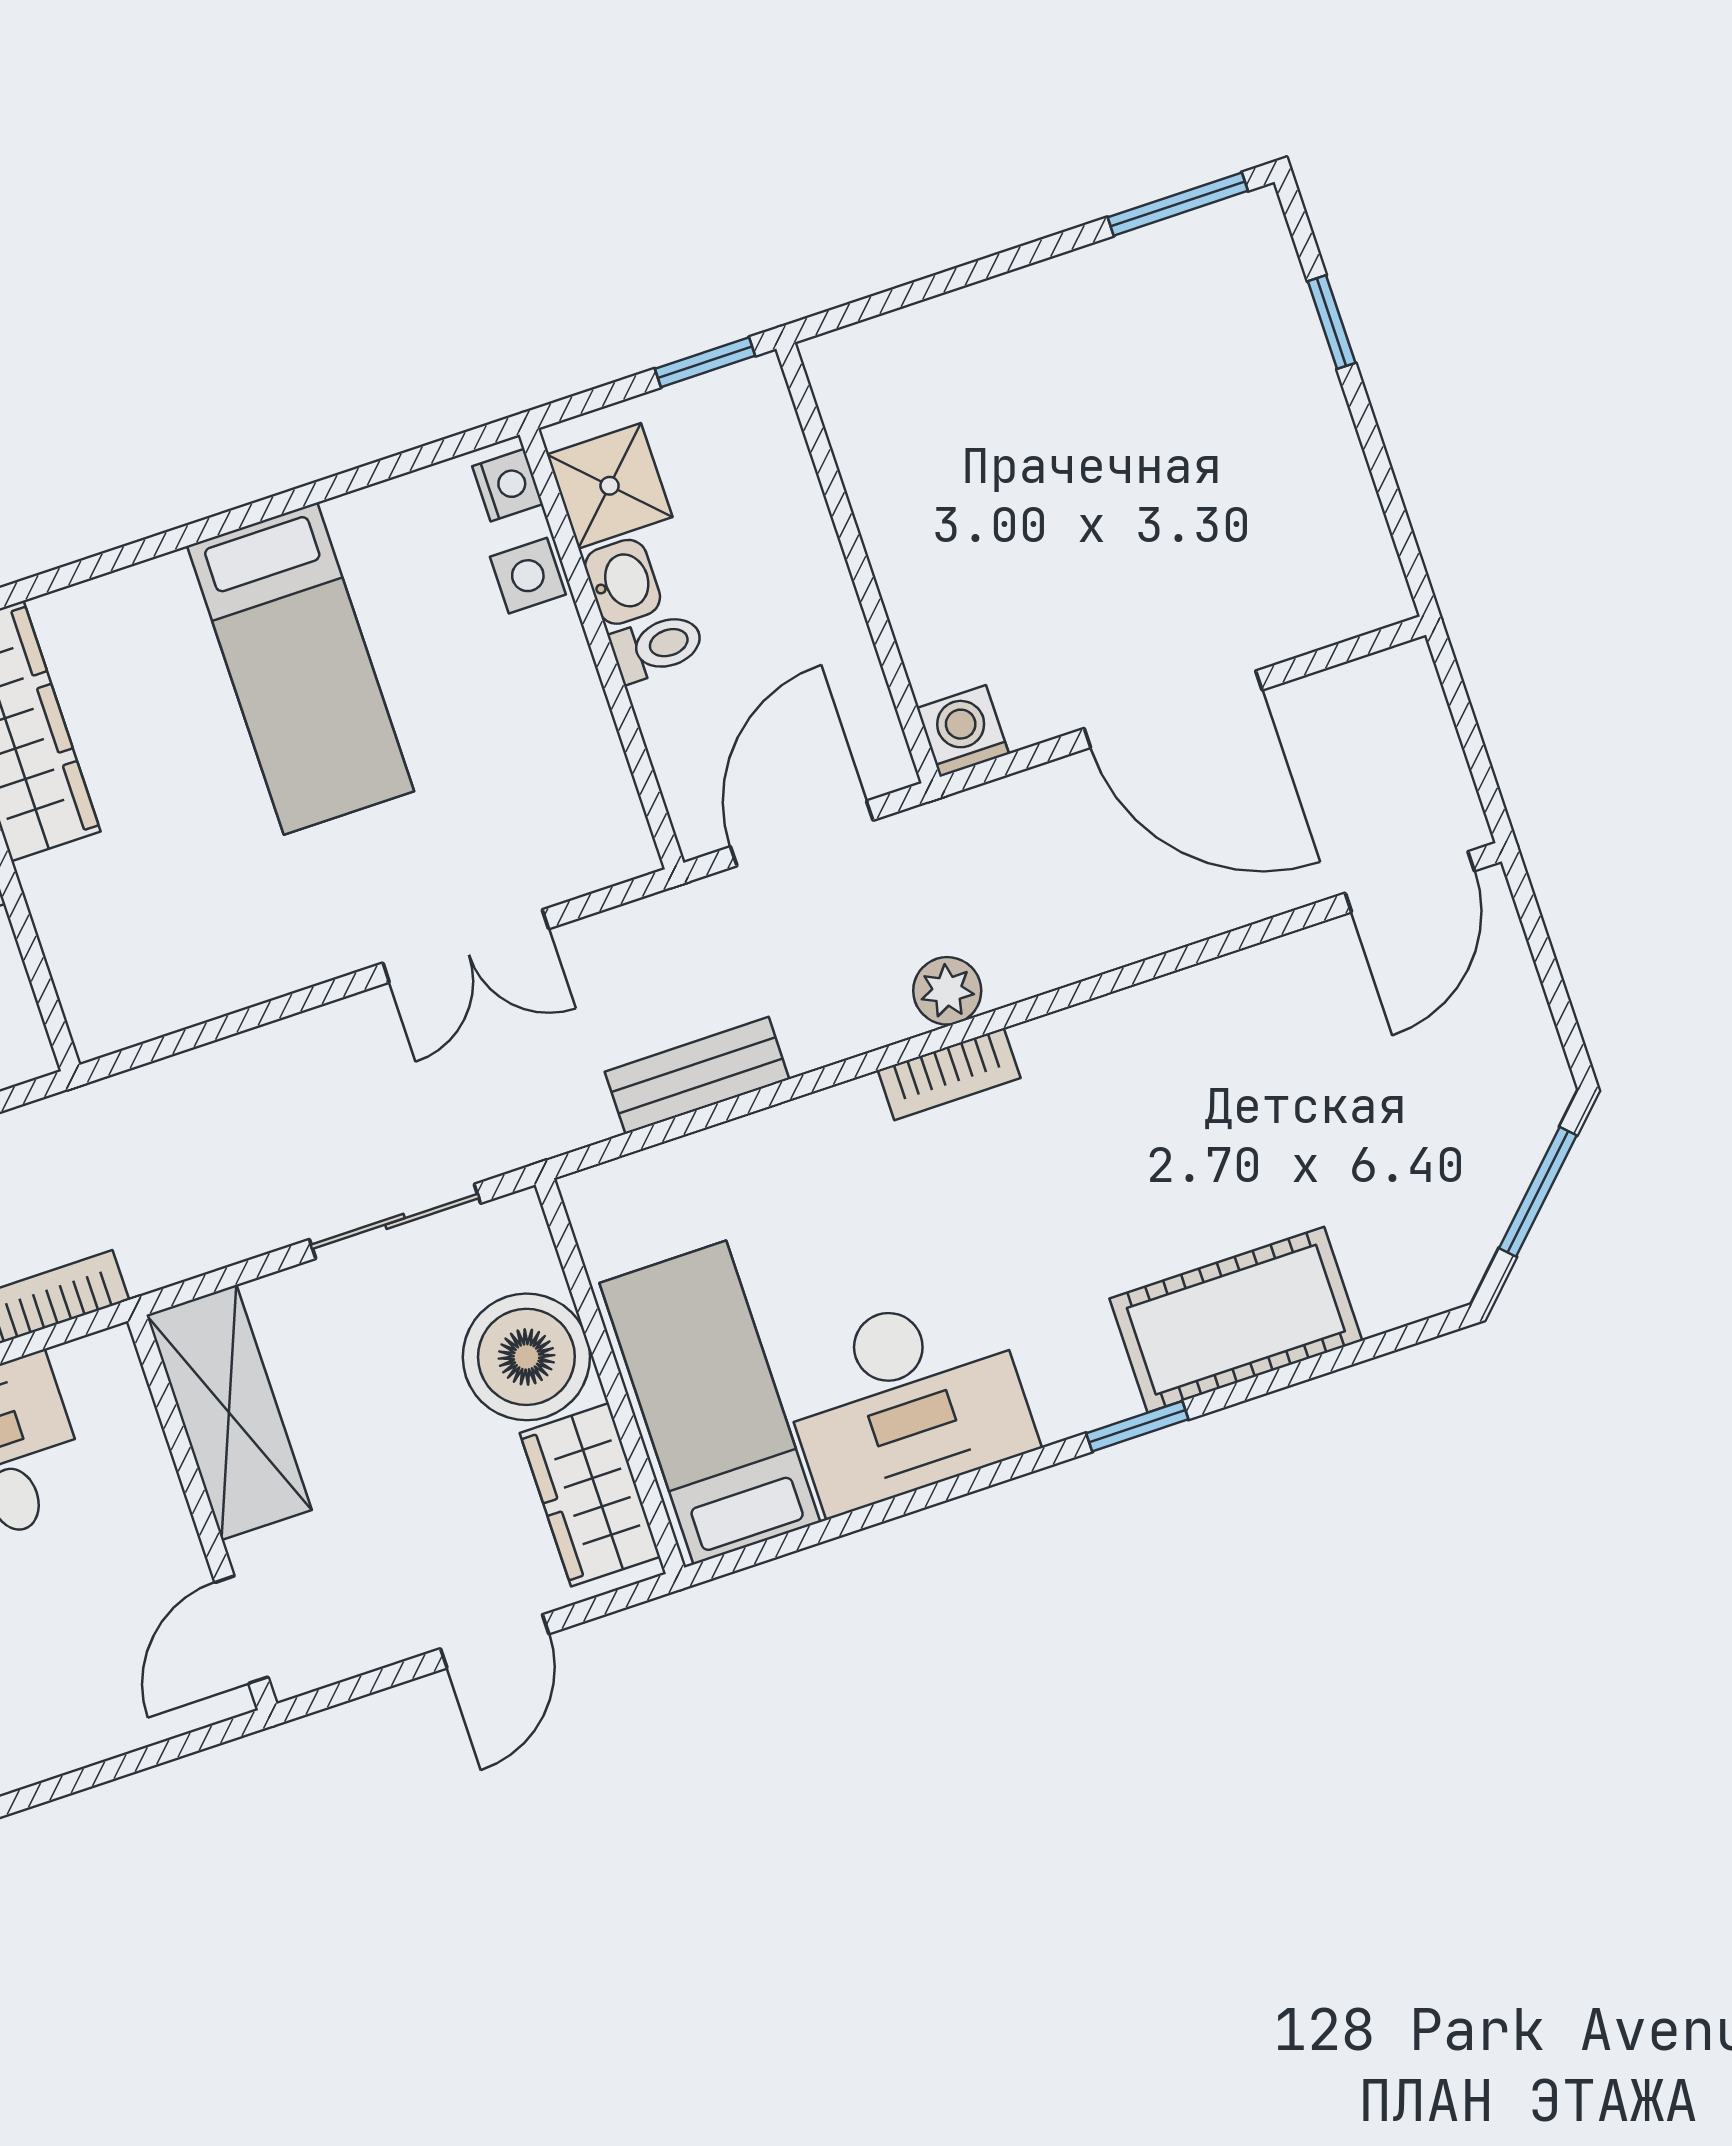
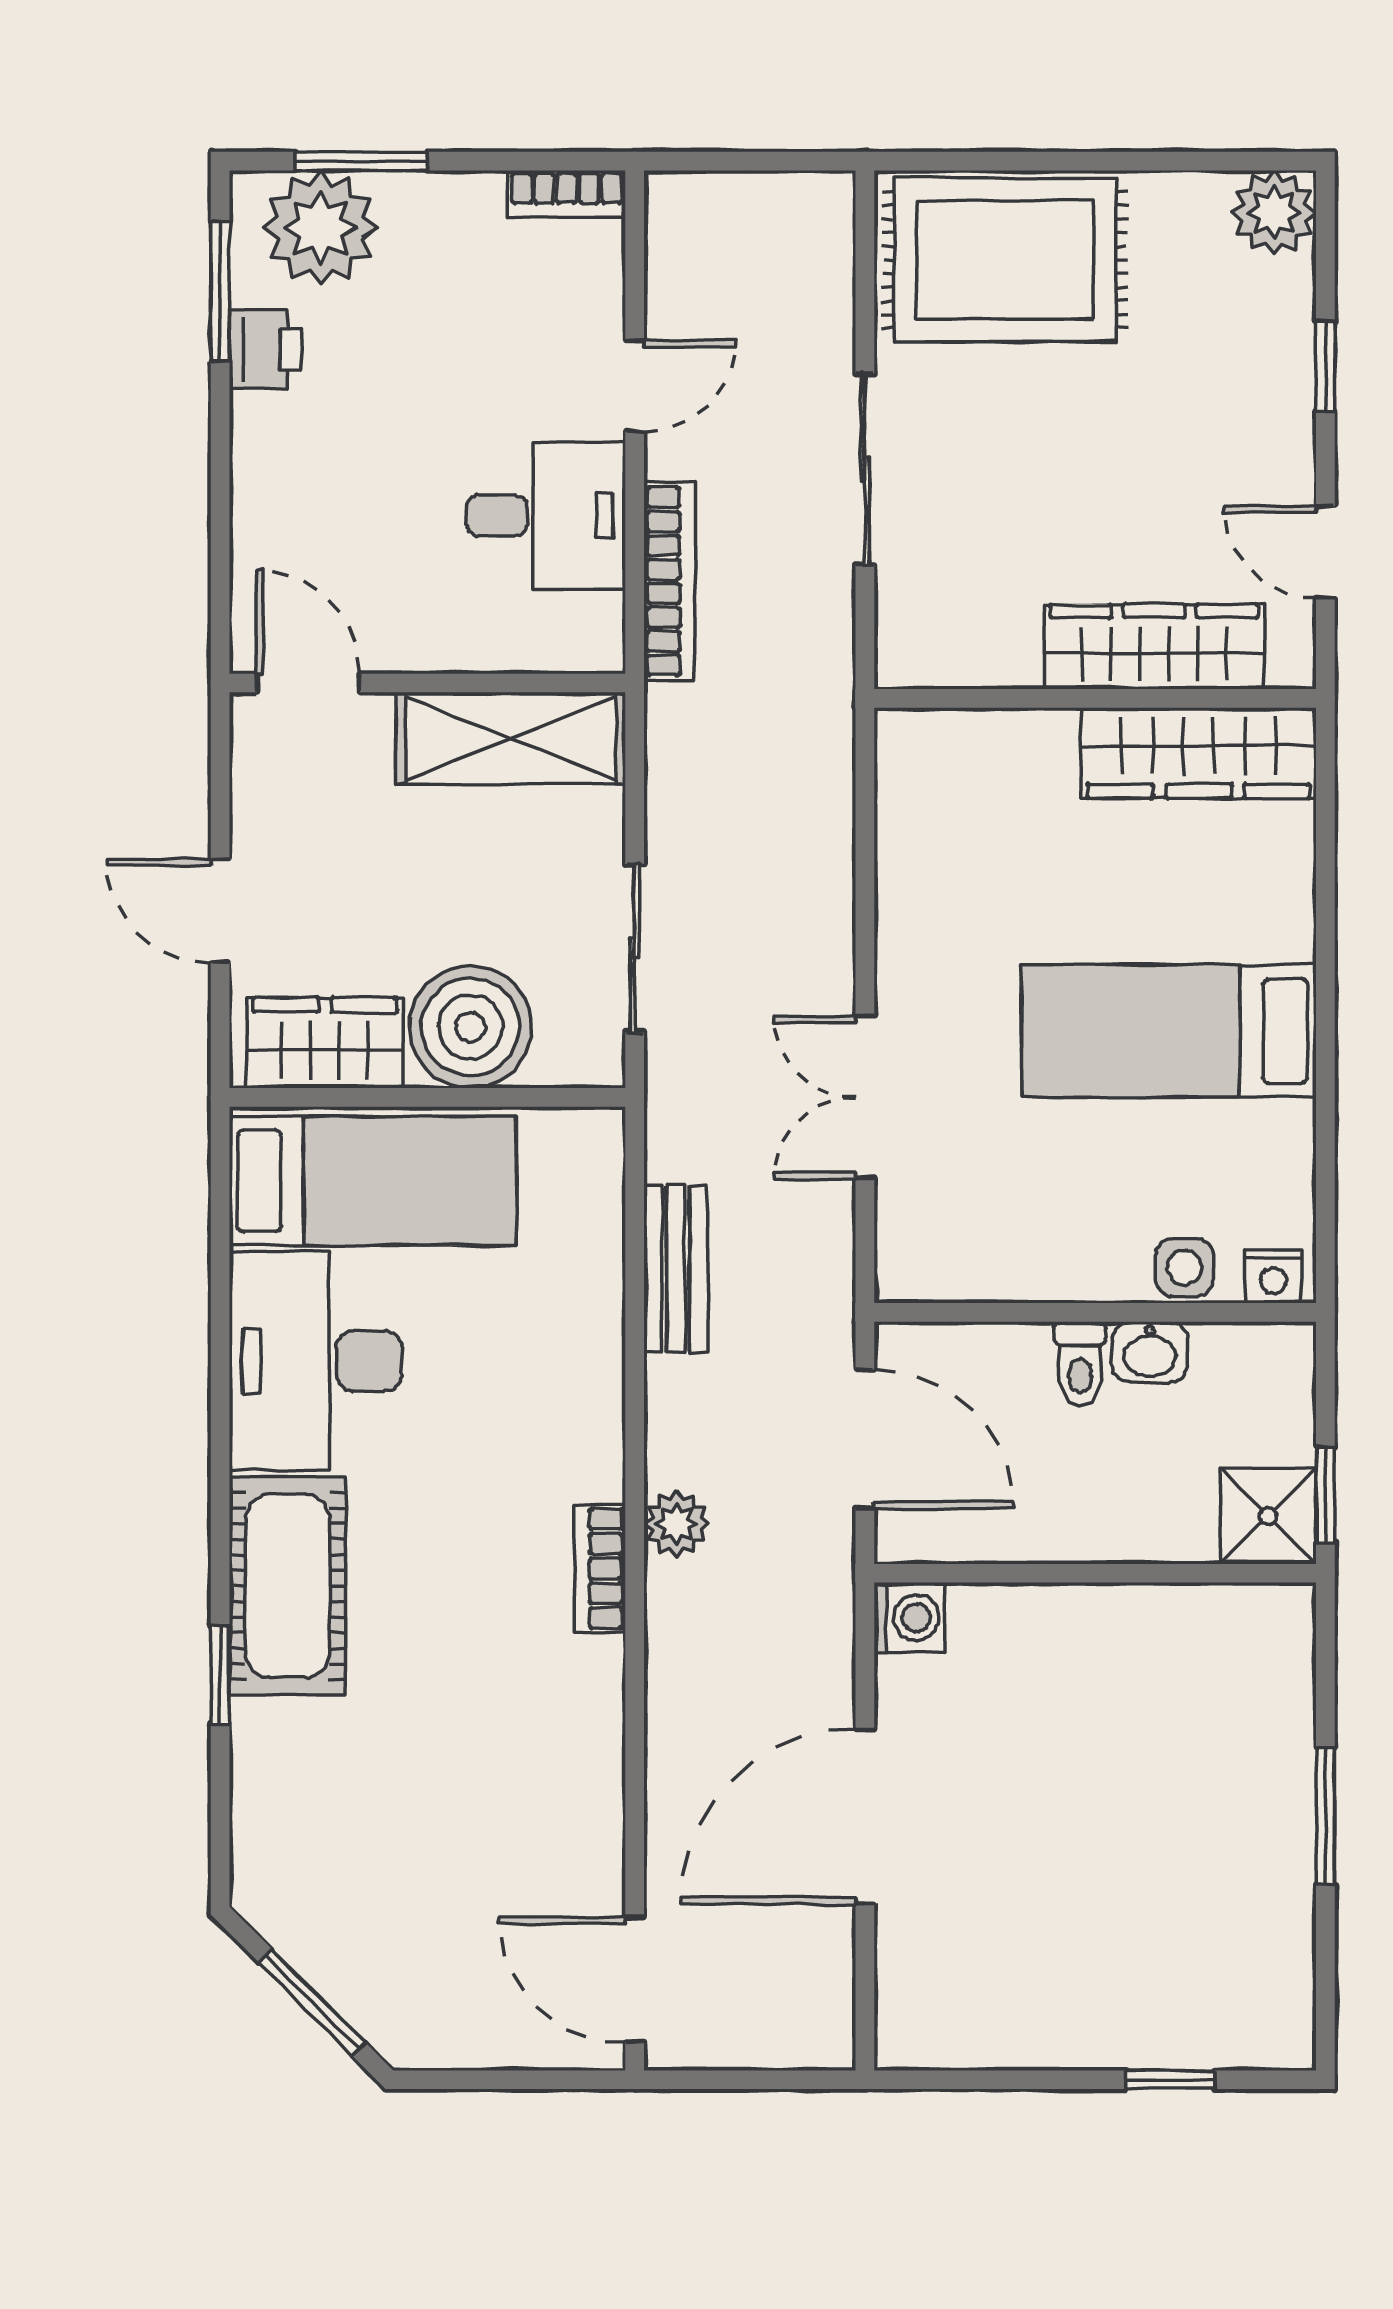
window: (1178, 204) -> (1325, 1816), moved
shower: (610, 486) -> (1268, 1516), moved
bookcase: (949, 1074) -> (600, 1568), moved
cot: (1236, 1320) -> (287, 1586), moved
window: (1137, 1426) -> (220, 1675), moved

